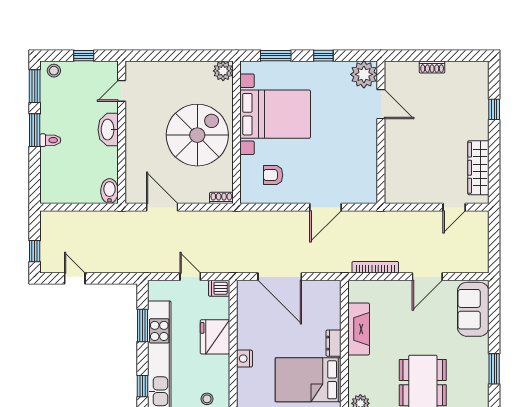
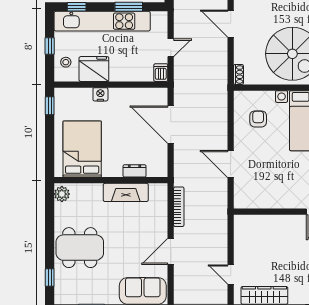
door: (162, 207) -> (231, 24), swing flipped
door: (280, 277) -> (171, 125), hinge flipped
door: (427, 277) -> (171, 251), hinge flipped
fridge: (215, 337) -> (94, 69), moved
dresser: (334, 343) -> (135, 171), moved

